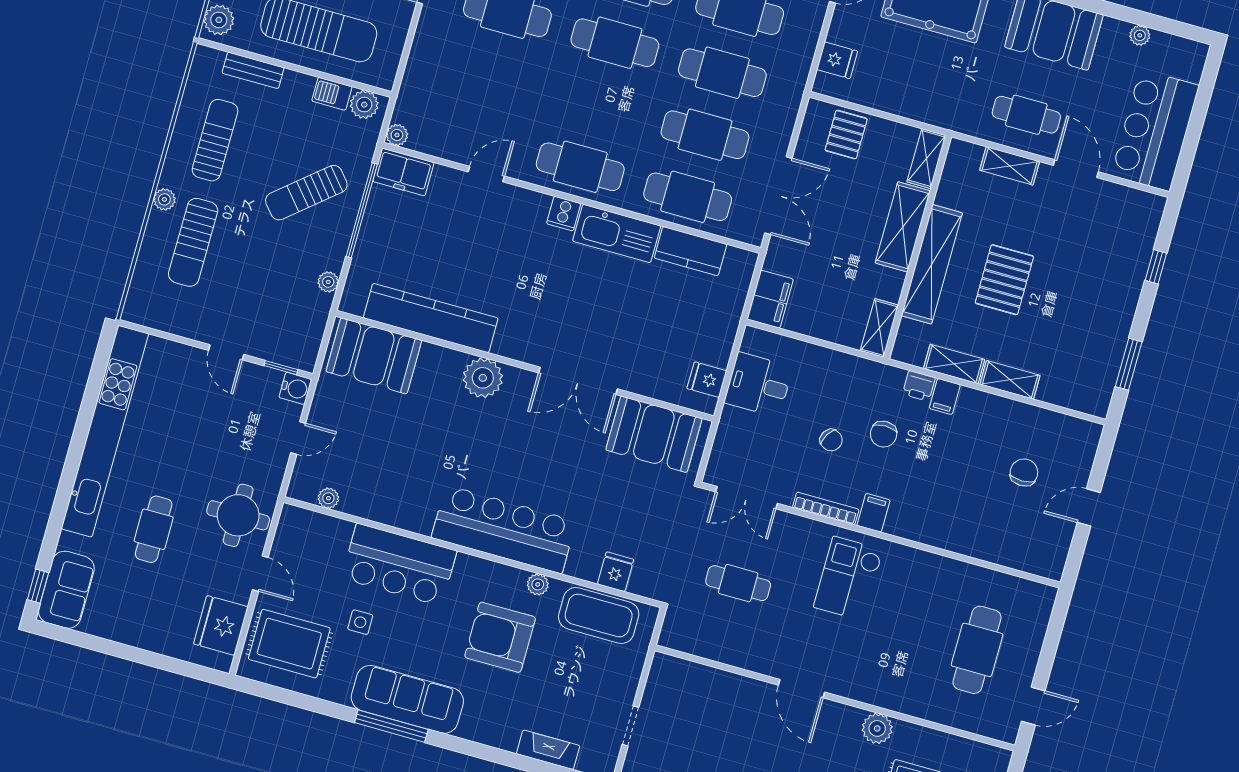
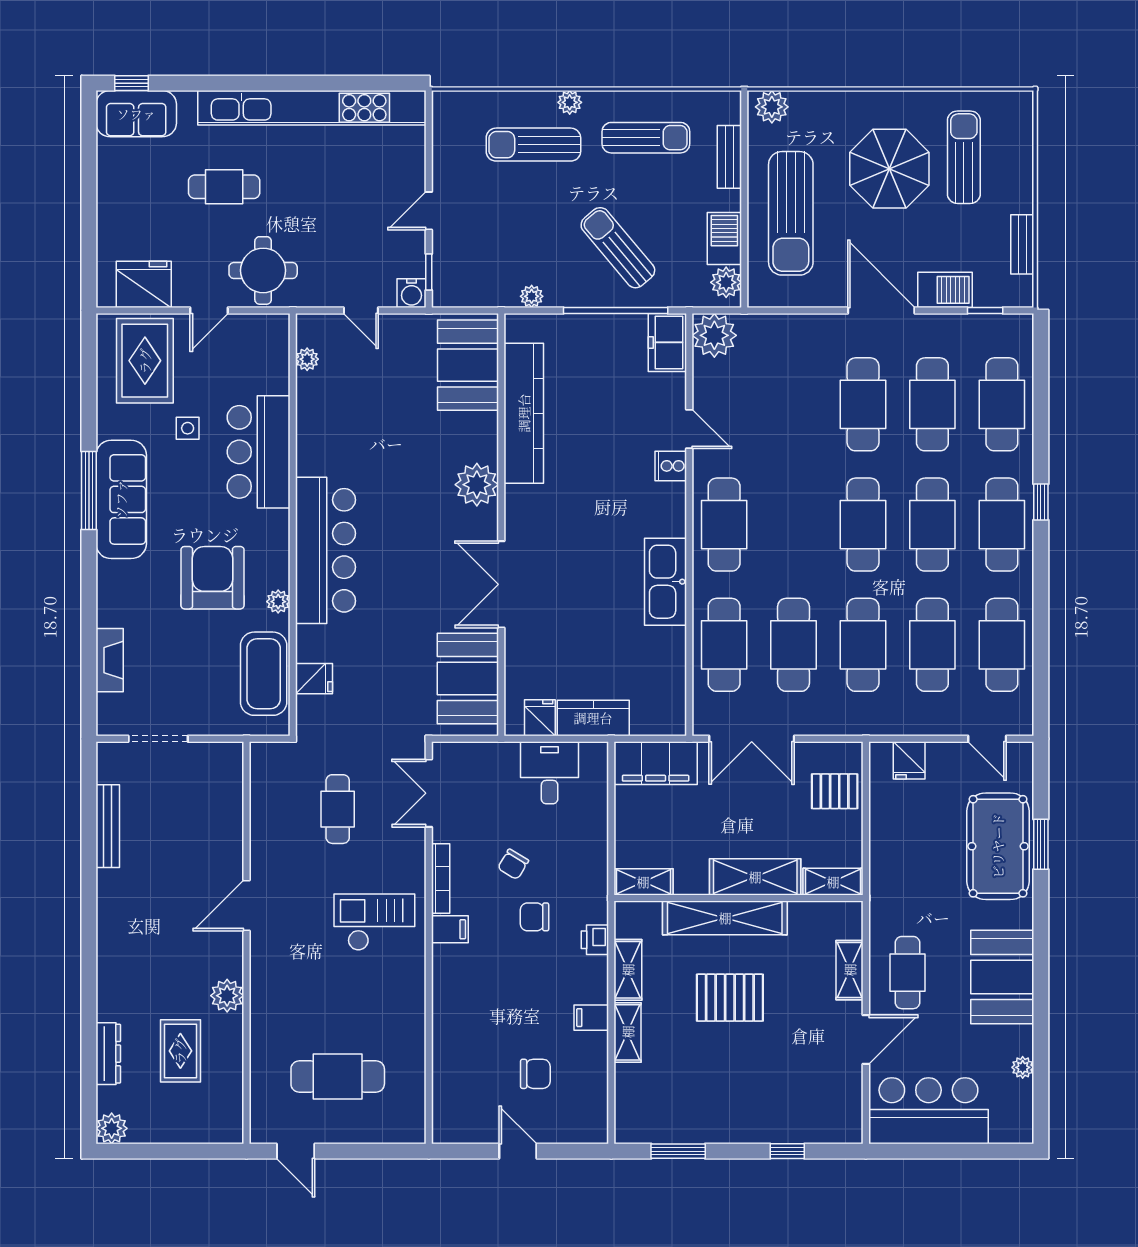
barbecue: (332, 94) -> (724, 238), width x1.38, depth x1.27
plant: (397, 135) -> (714, 335), width x1.87, depth x1.87
cooker: (564, 214) -> (671, 466), moved
kitchen counter: (690, 251) -> (593, 718), moved, turned 90
filing cabinet: (770, 299) -> (656, 763), width x1.50, depth x1.17
filing cabinet: (945, 397) -> (591, 1018), moved
doorway: (630, 726) -> (158, 739), width x1.38

